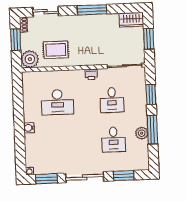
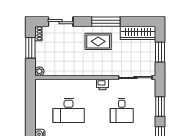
wardrobe: (131, 20) -> (138, 33), width x1.50
rug: (56, 50) -> (98, 41), moved
plant: (30, 59) -> (39, 71), width x0.53, depth x0.53

